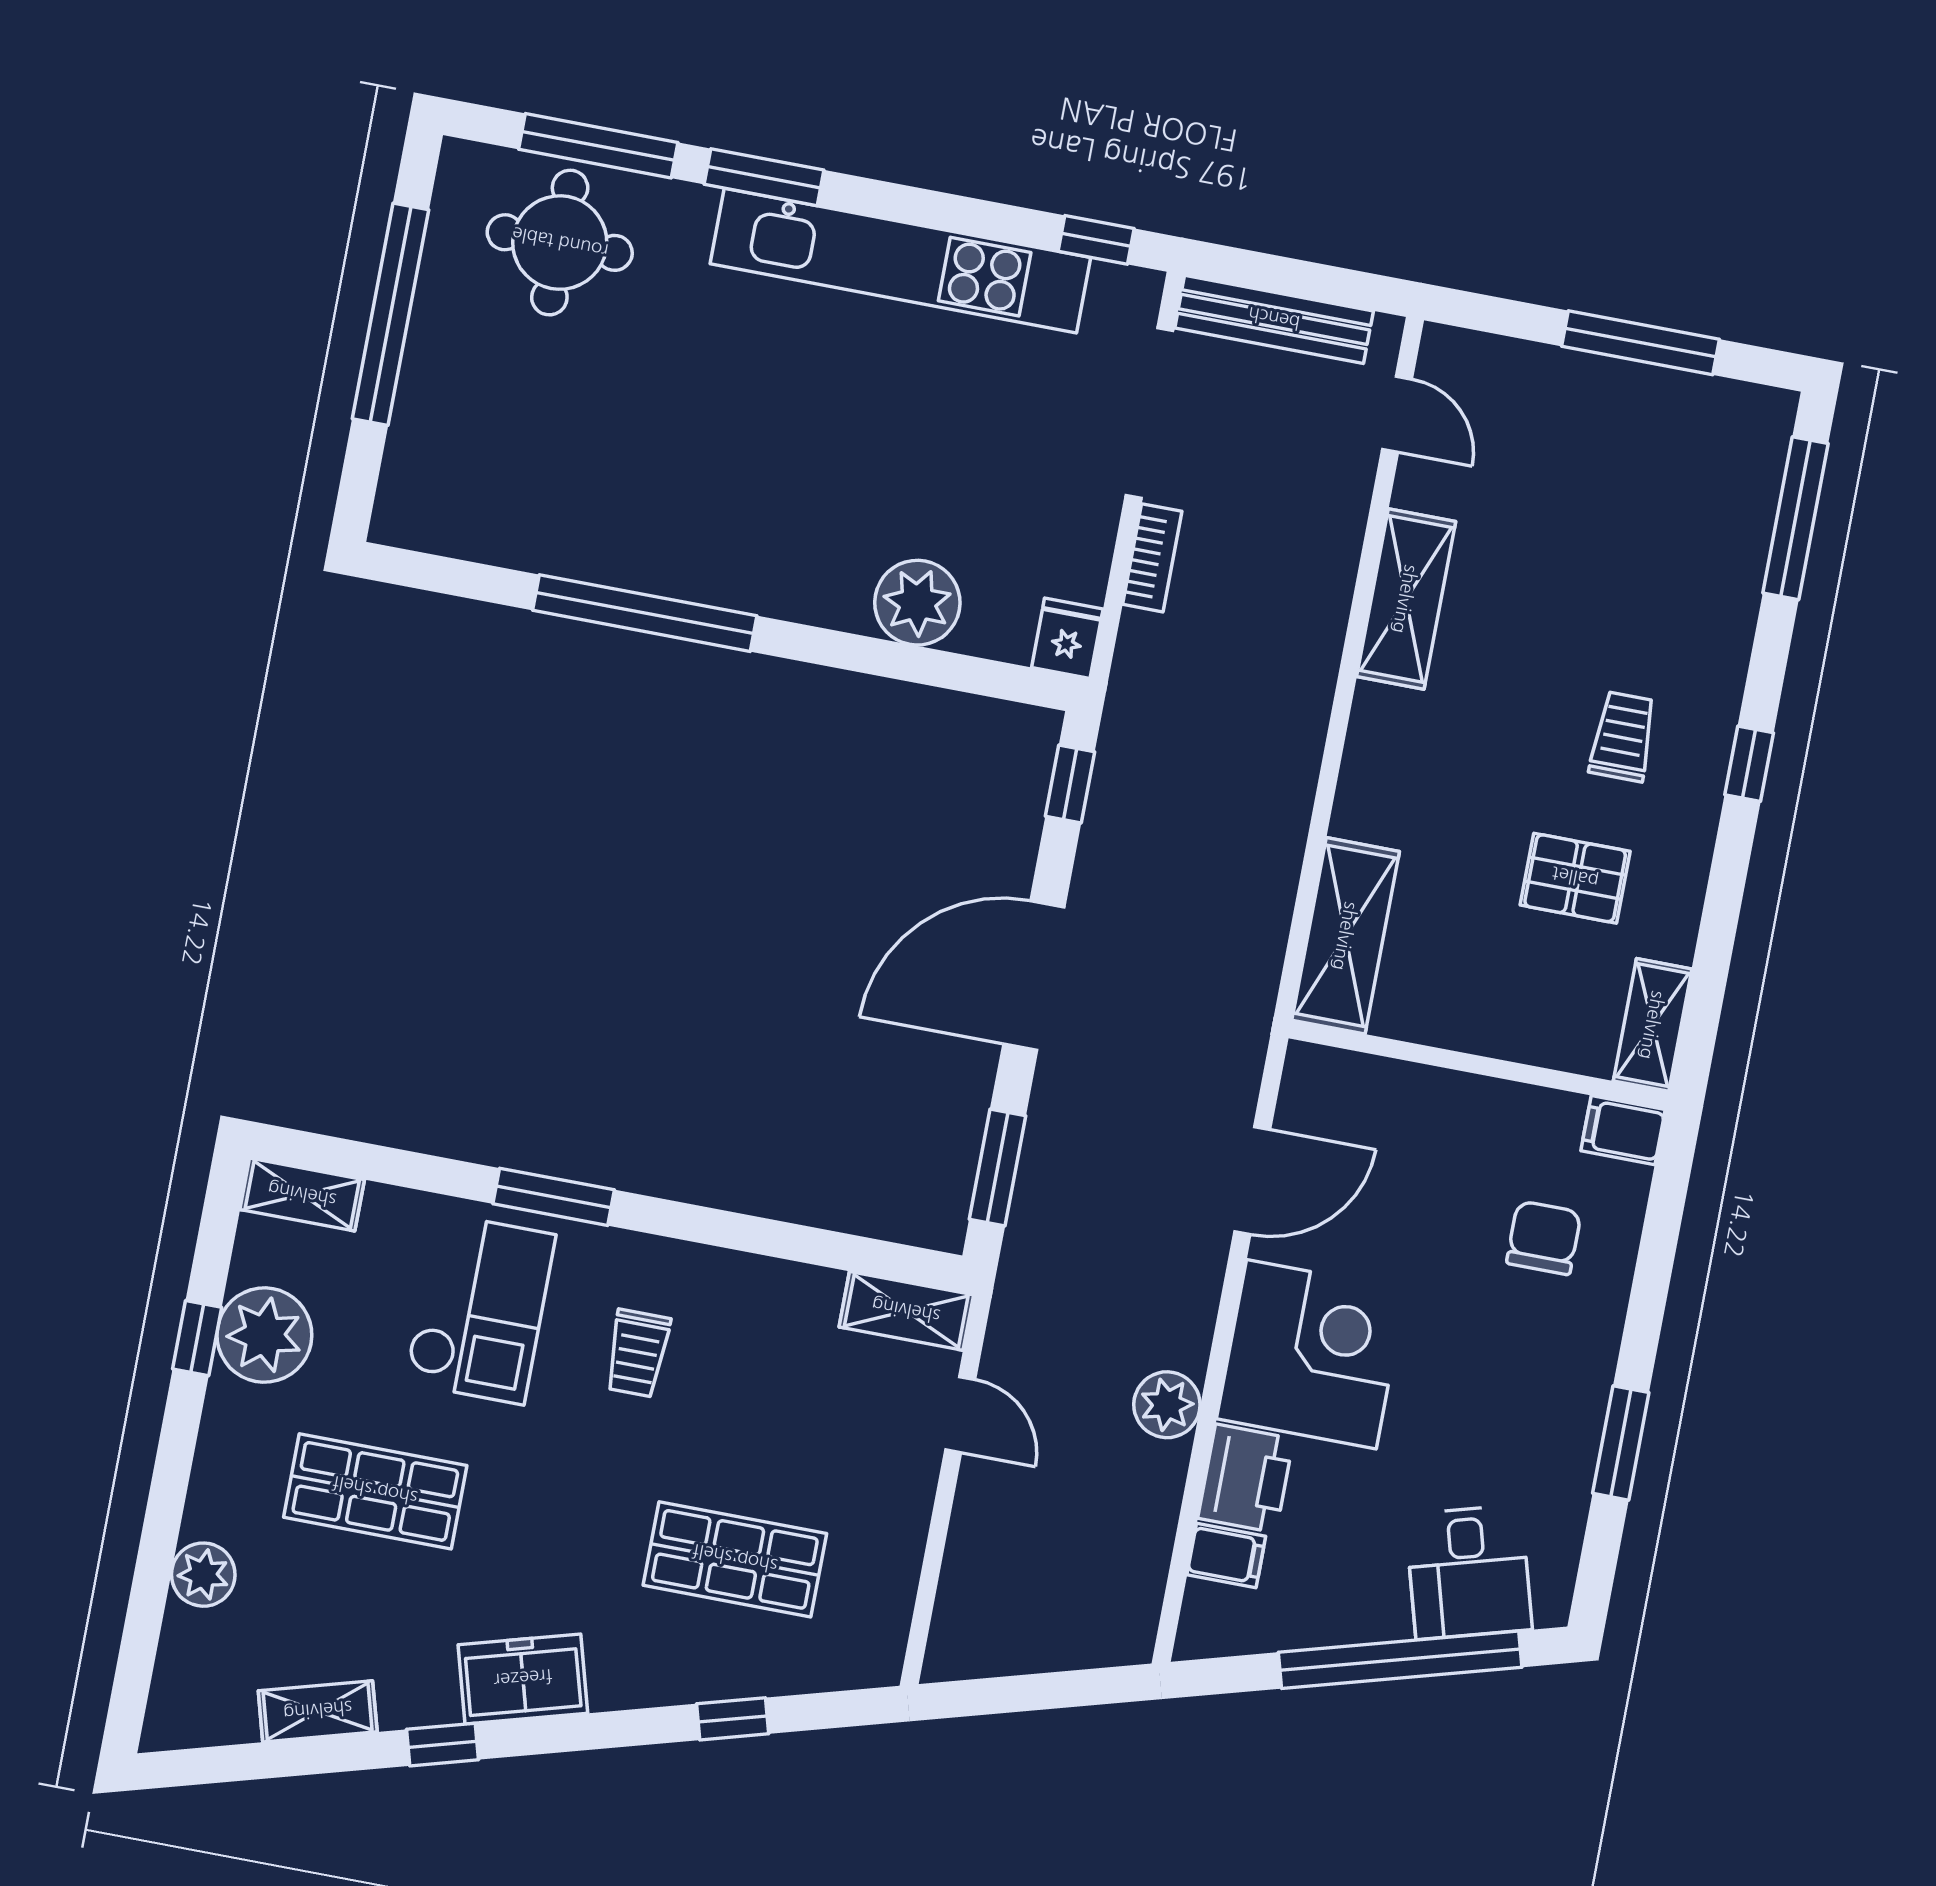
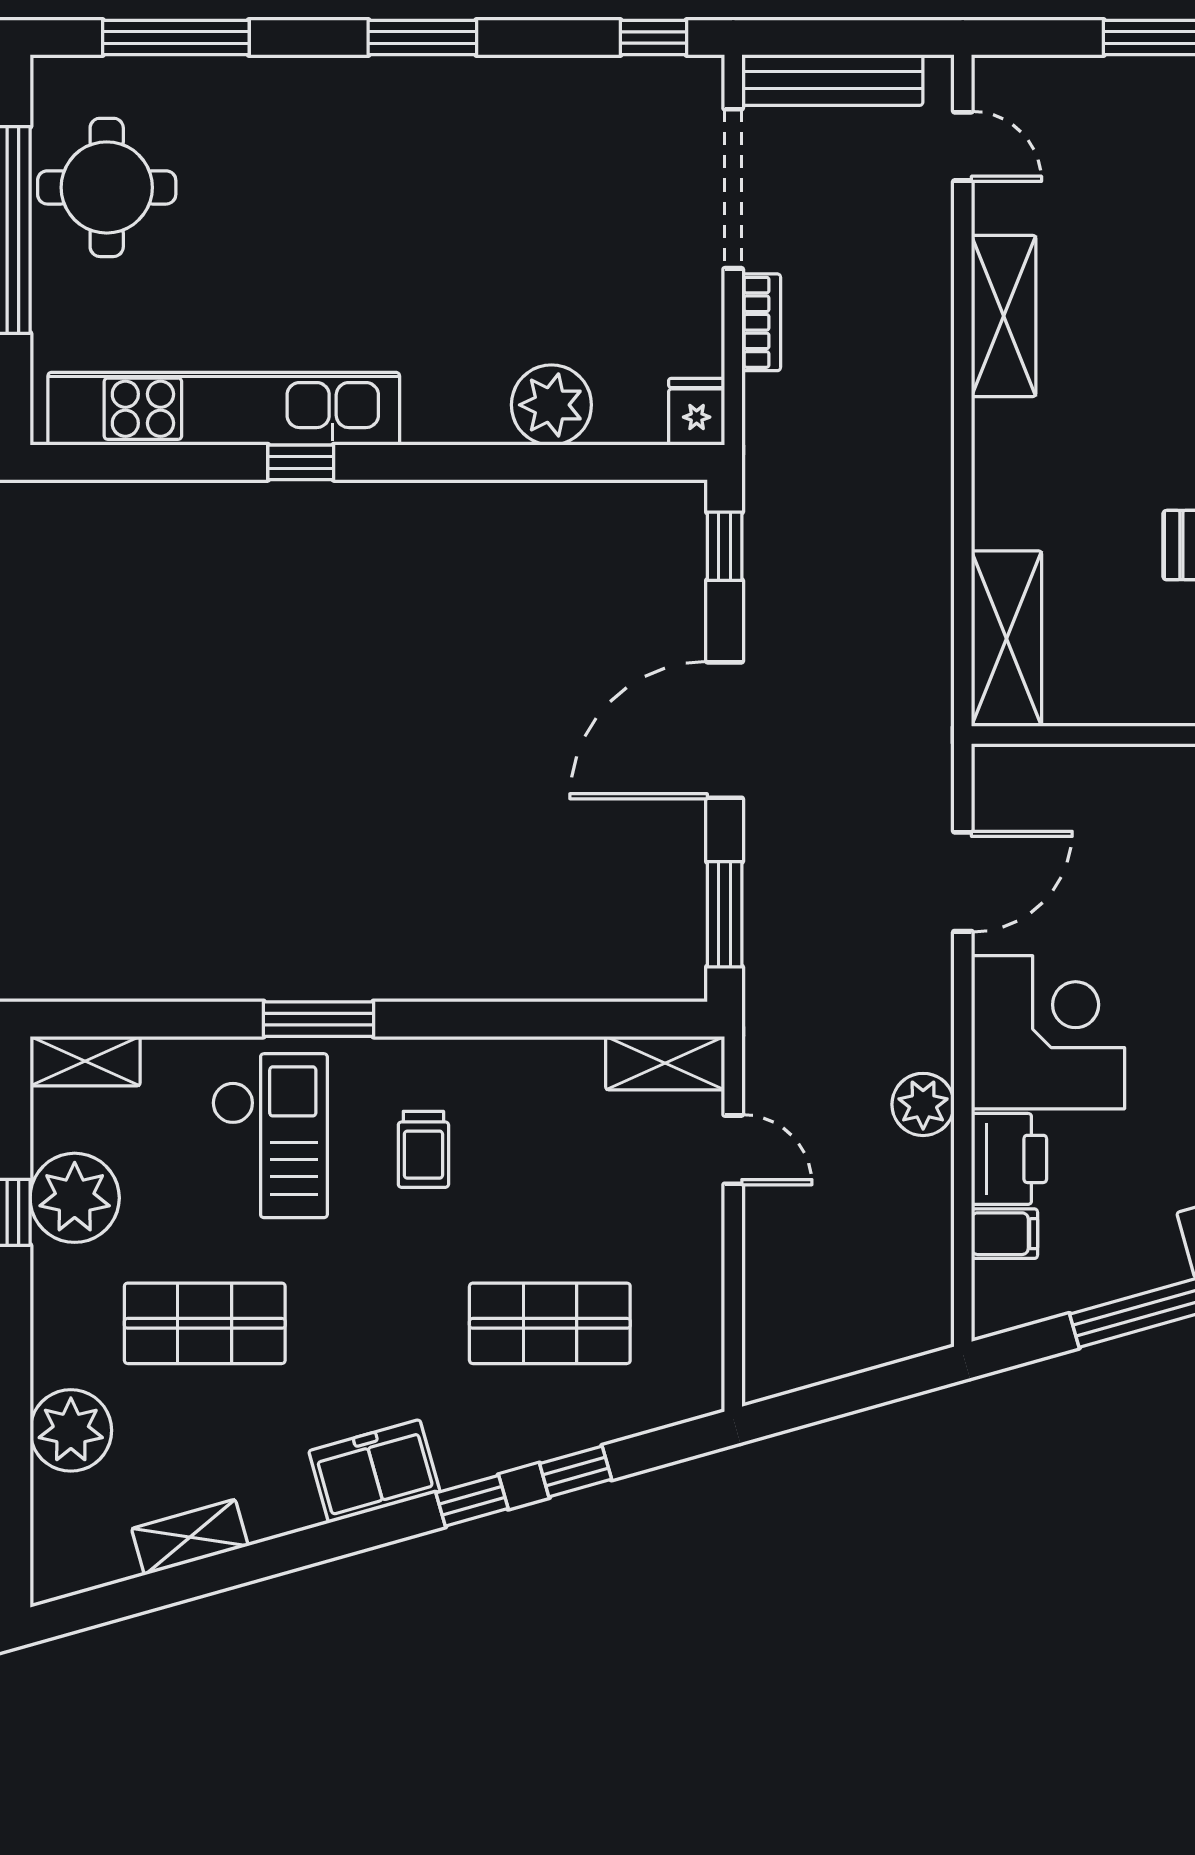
window: (764, 177) -> (422, 38), moved
round table: (560, 243) -> (107, 187), moved
kitchen unit: (900, 261) -> (224, 409), moved, turned 180
window: (645, 613) -> (301, 462), width x0.32
plant: (203, 1575) -> (71, 1430), width x1.36, depth x1.36
window: (442, 1745) -> (472, 1501), moved

